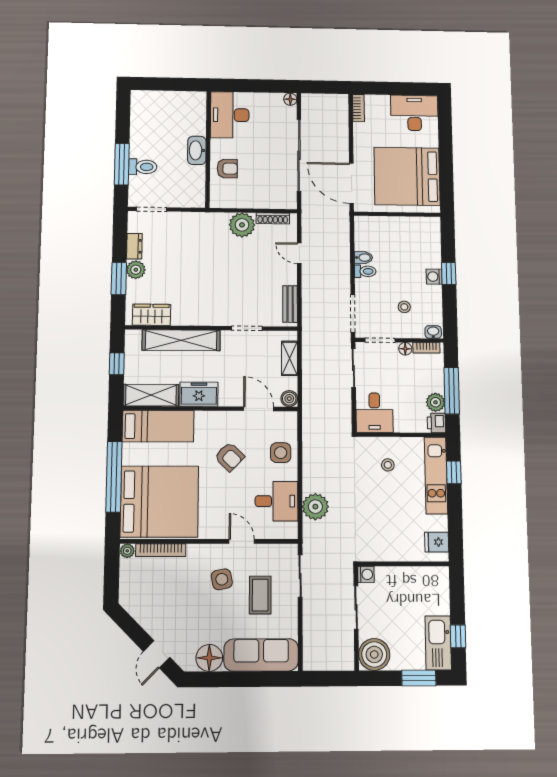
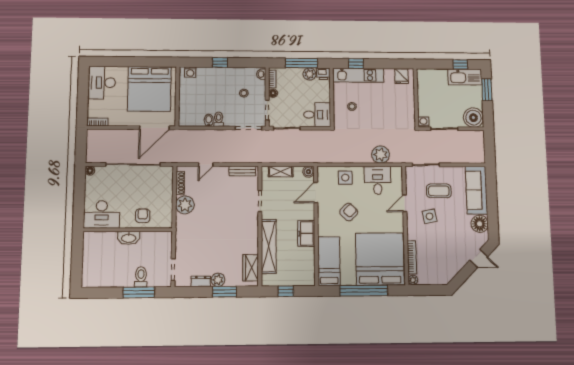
washing machine: (434, 277) -> (190, 72), moved
shelving: (151, 395) -> (307, 267), removed

